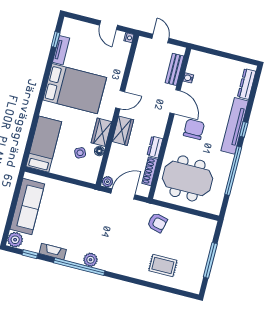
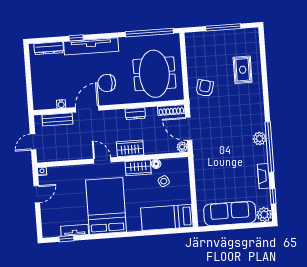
window: (244, 129) -> (76, 38), moved
shoe rack: (150, 171) -> (171, 110), moved
window: (233, 171) -> (149, 33), moved

